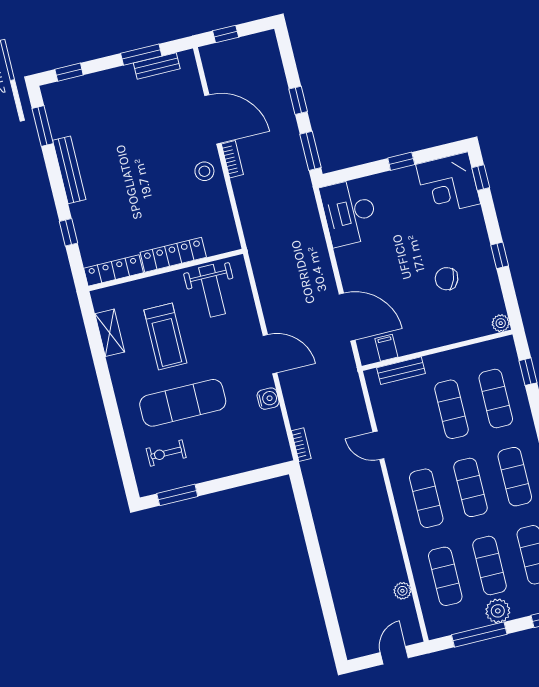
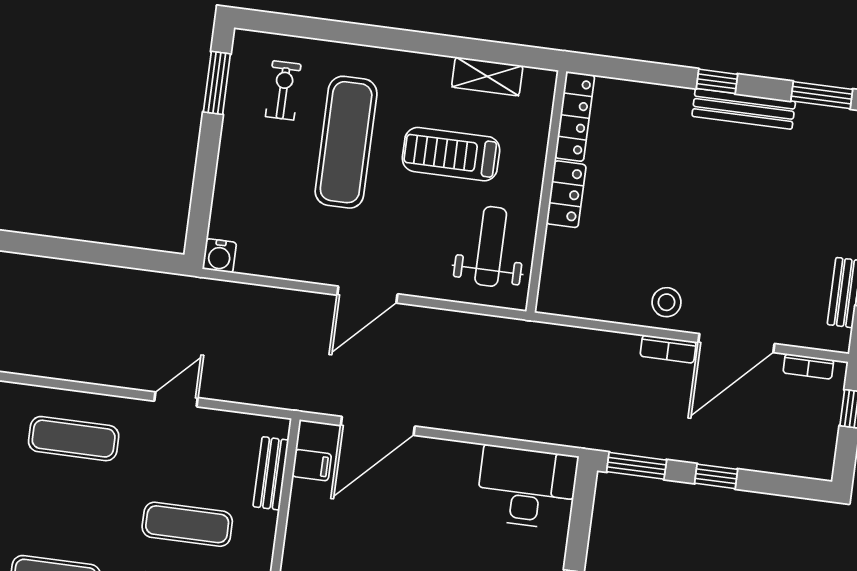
window: (69, 232) -> (717, 81), moved
locker: (173, 255) -> (566, 194), width x0.66
weight bench: (212, 291) -> (491, 246), turned 90
water cooler: (268, 399) -> (219, 256), moved
bookcase: (301, 445) -> (808, 366), moved
exercise mat: (471, 487) -> (64, 508), removed

